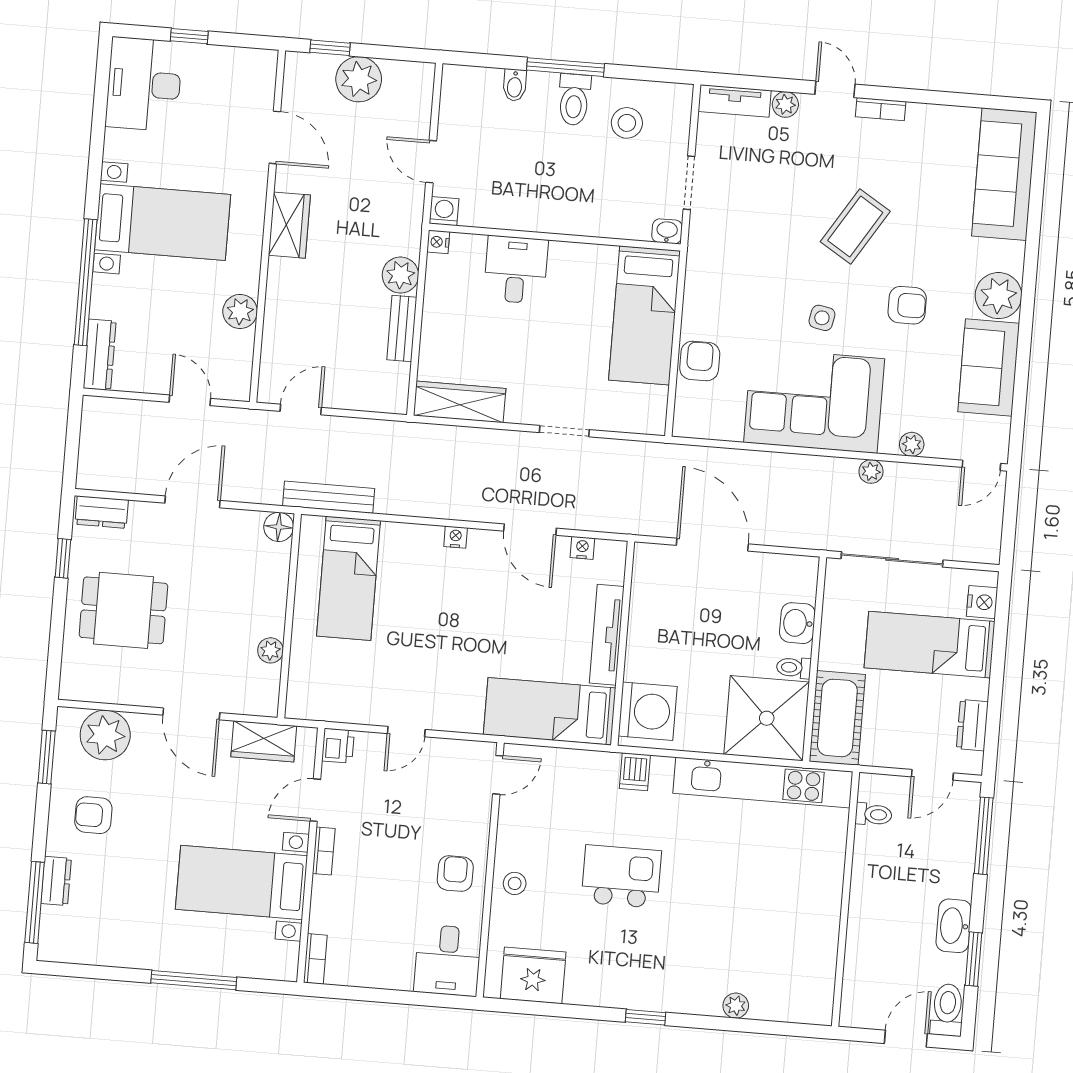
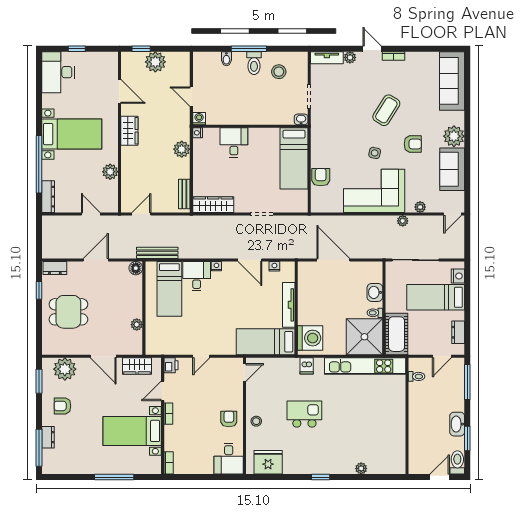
bench: (402, 328) -> (184, 194), moved
desk: (410, 556) -> (197, 276), added

